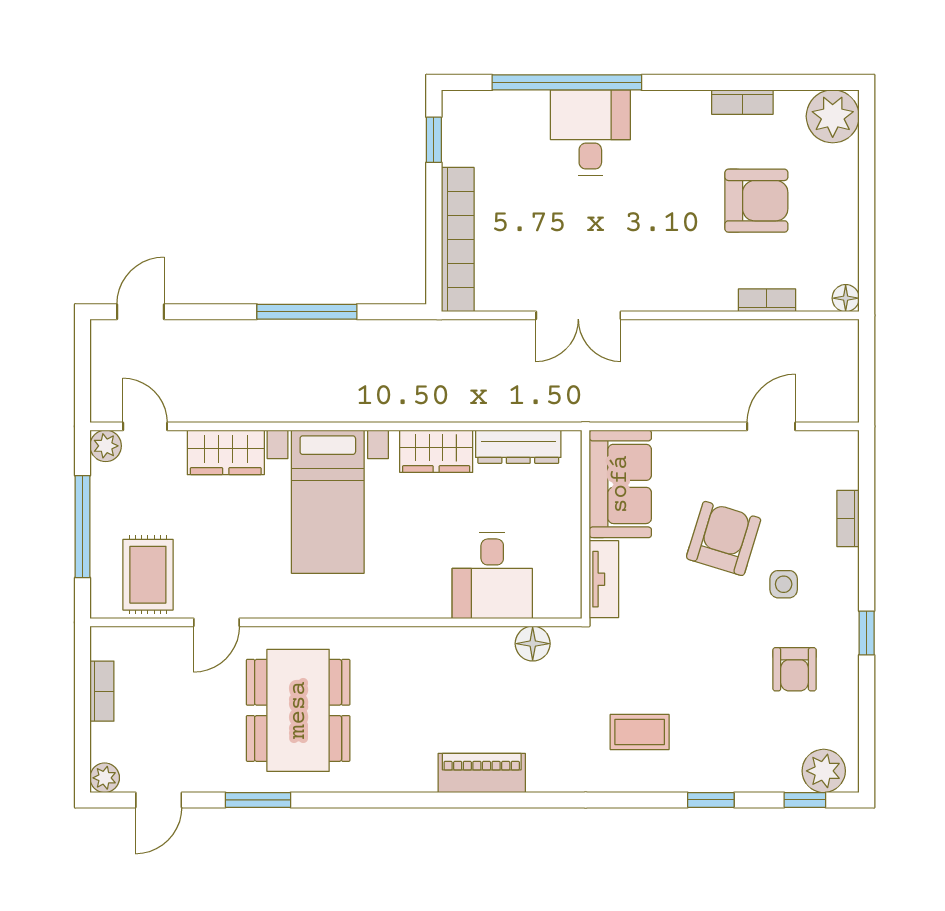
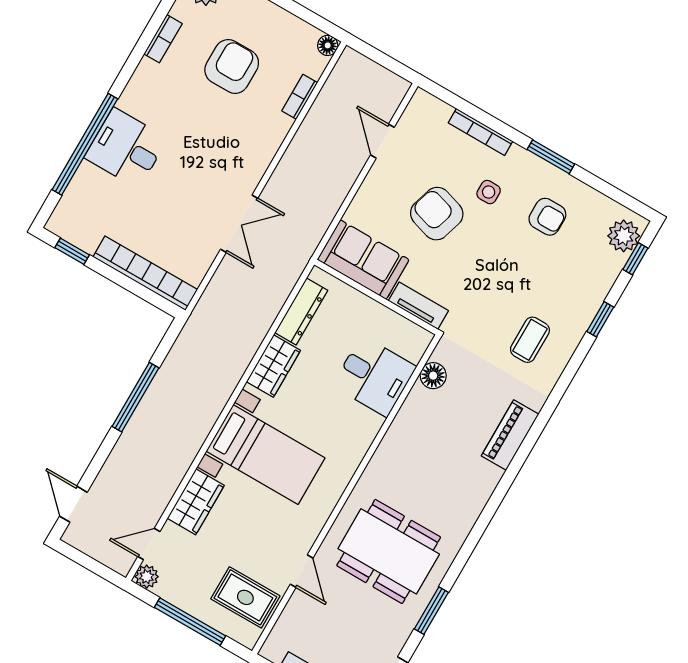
bookcase: (848, 519) -> (480, 132), width x1.56
window: (867, 633) -> (551, 157), width x1.50
piano: (482, 773) -> (510, 435), moved

